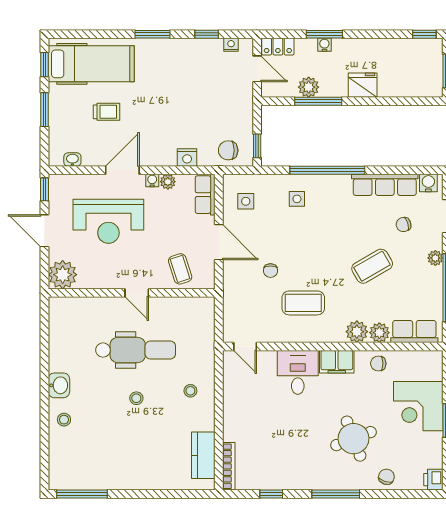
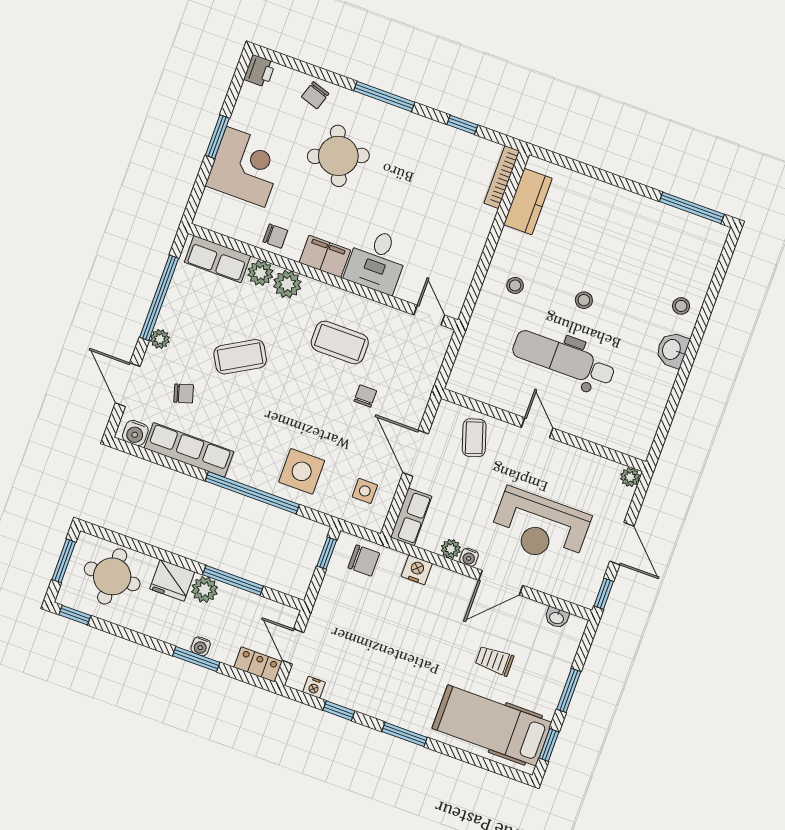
round table: (407, 72) -> (112, 576), added
plant: (309, 87) -> (205, 590), moved
side table: (297, 199) -> (302, 471), width x1.87, depth x1.87
reception desk: (108, 221) -> (540, 527), turned 180
plant: (63, 275) -> (630, 477), width x0.53, depth x0.53

